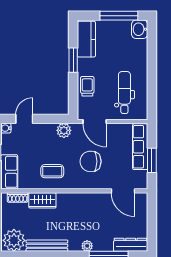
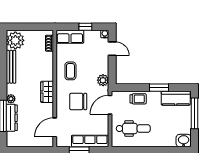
window: (119, 16) -> (195, 113), moved
chair: (91, 161) -> (78, 101), turned -90
wardrobe: (42, 200) -> (47, 92), moved
dresser: (131, 245) -> (12, 118), moved

